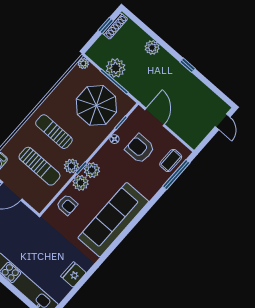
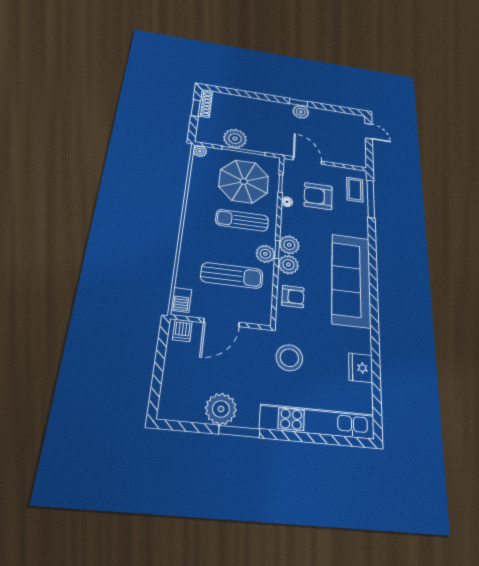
plant: (152, 48) -> (301, 112), moved
sun lounger: (54, 132) -> (242, 220), moved
stool: (36, 239) -> (289, 358), added

